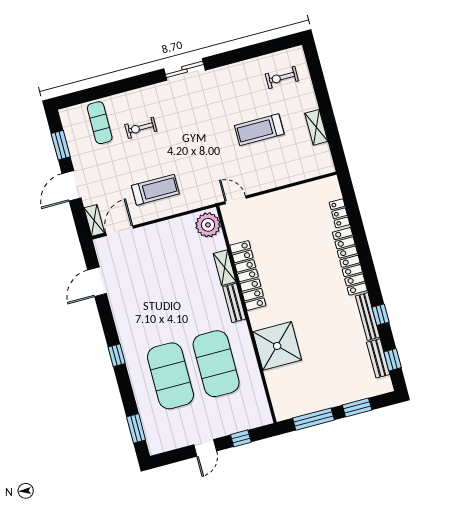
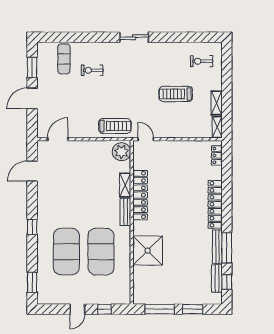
treadmill: (155, 190) -> (115, 126), moved
locker: (340, 213) -> (217, 155), moved
shelving: (94, 220) -> (217, 127), moved
window: (381, 315) -> (227, 248), width x2.17

